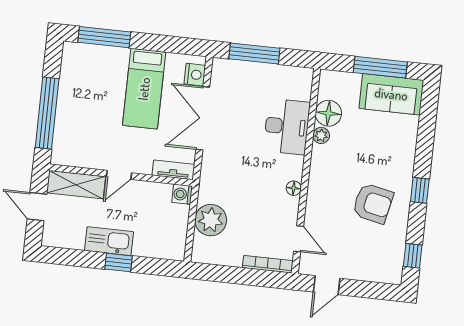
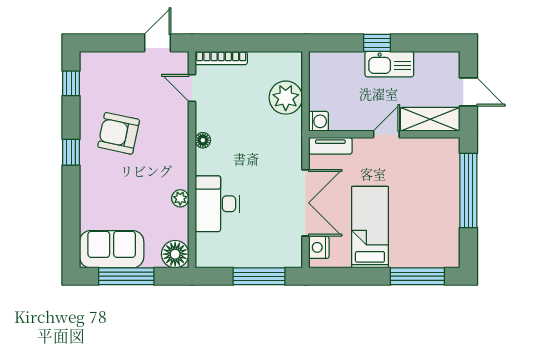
floor lamp: (328, 113) -> (175, 254), moved

